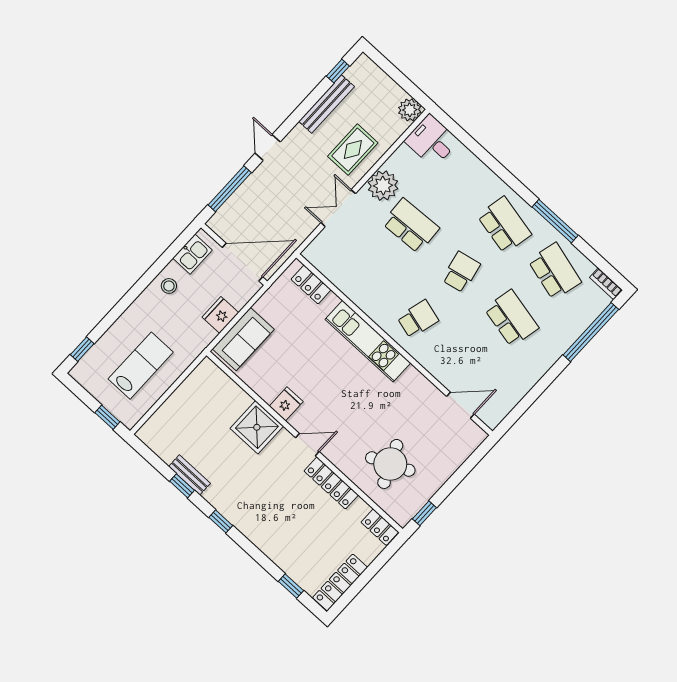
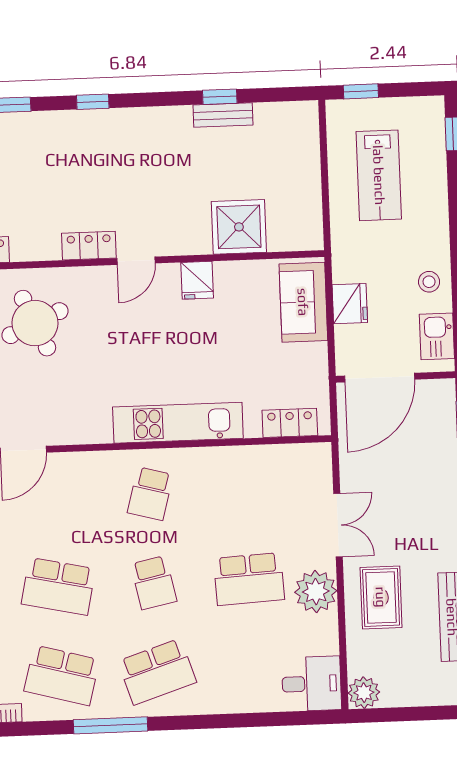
school desk: (504, 225) -> (157, 672), turned -30
shower: (257, 427) -> (239, 227), moved
locker: (331, 483) -> (89, 246), width x0.66
window: (221, 521) -> (93, 102), moved

